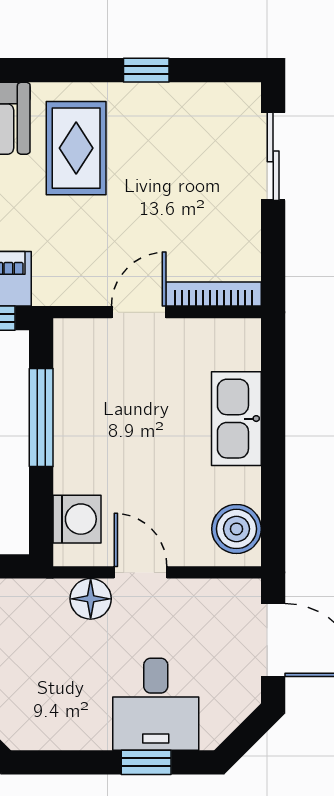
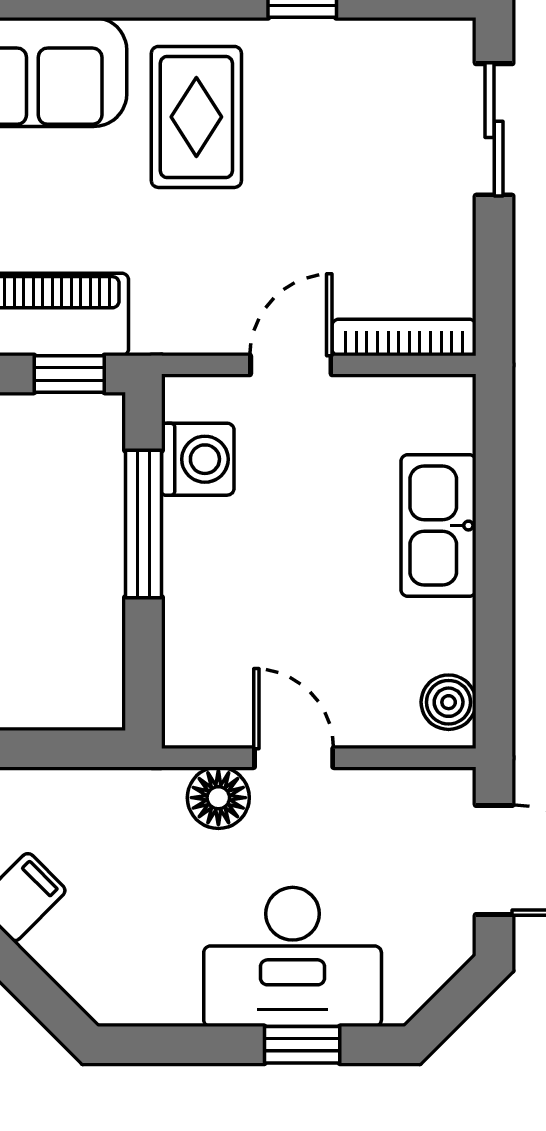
washing machine: (77, 519) -> (198, 459), moved
boiler: (236, 529) -> (449, 702), width x0.73, depth x0.73
desk: (156, 704) -> (293, 957), width x1.37

